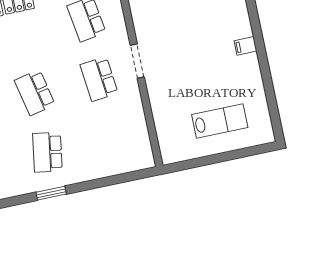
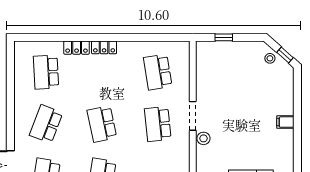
stool: (155, 84) -> (203, 138), added

